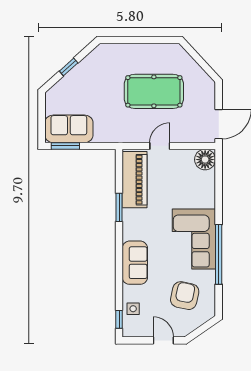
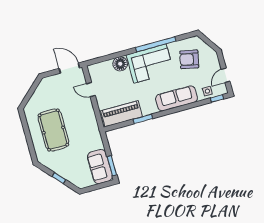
pool table: (154, 91) -> (53, 130), moved
door: (160, 146) -> (91, 90), moved
floor lamp: (205, 160) -> (120, 64), moved
sofa: (135, 263) -> (177, 98), width x1.36
door: (163, 340) -> (226, 75), moved

